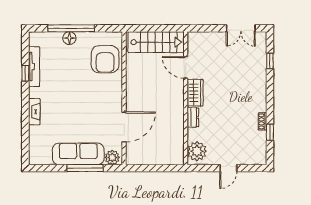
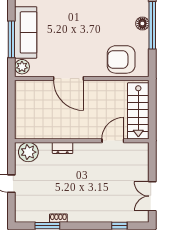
wardrobe: (195, 93) -> (87, 150), removed
door: (124, 127) -> (69, 79), moved
window: (270, 132) -> (47, 226), width x1.50

